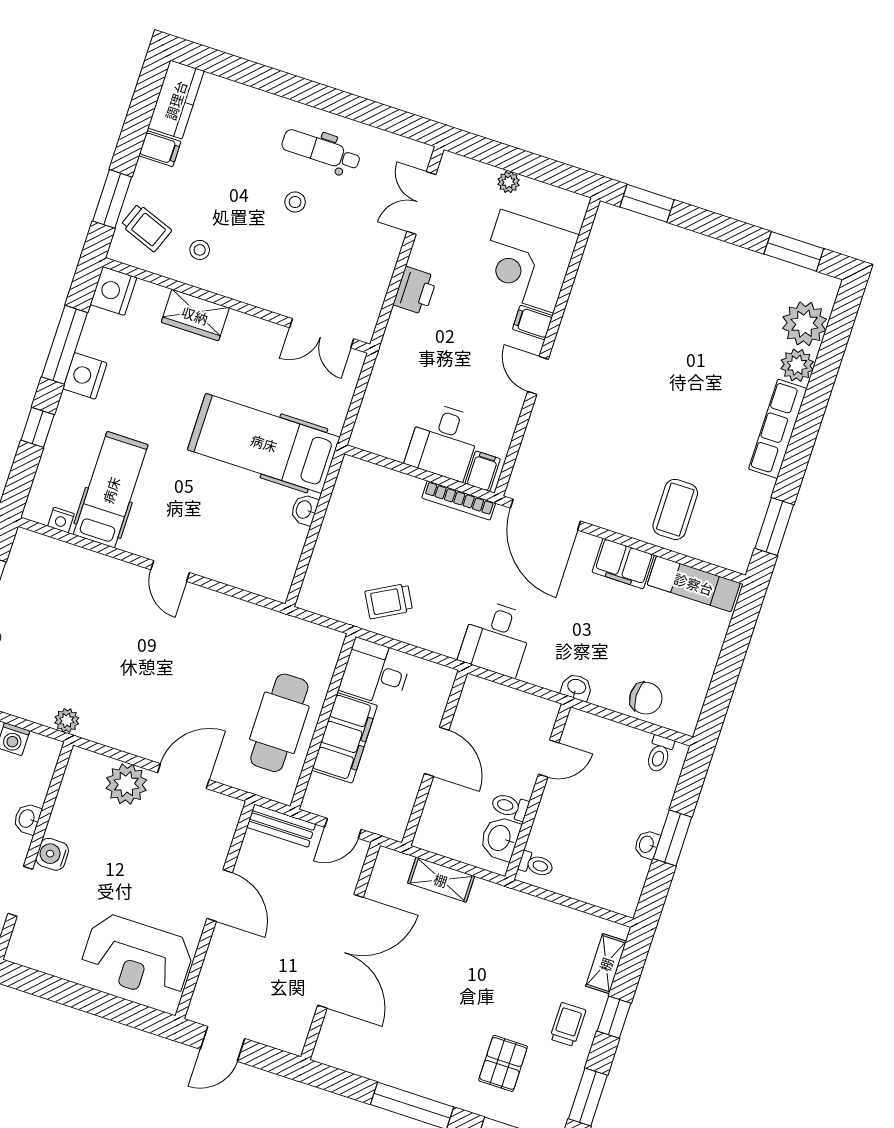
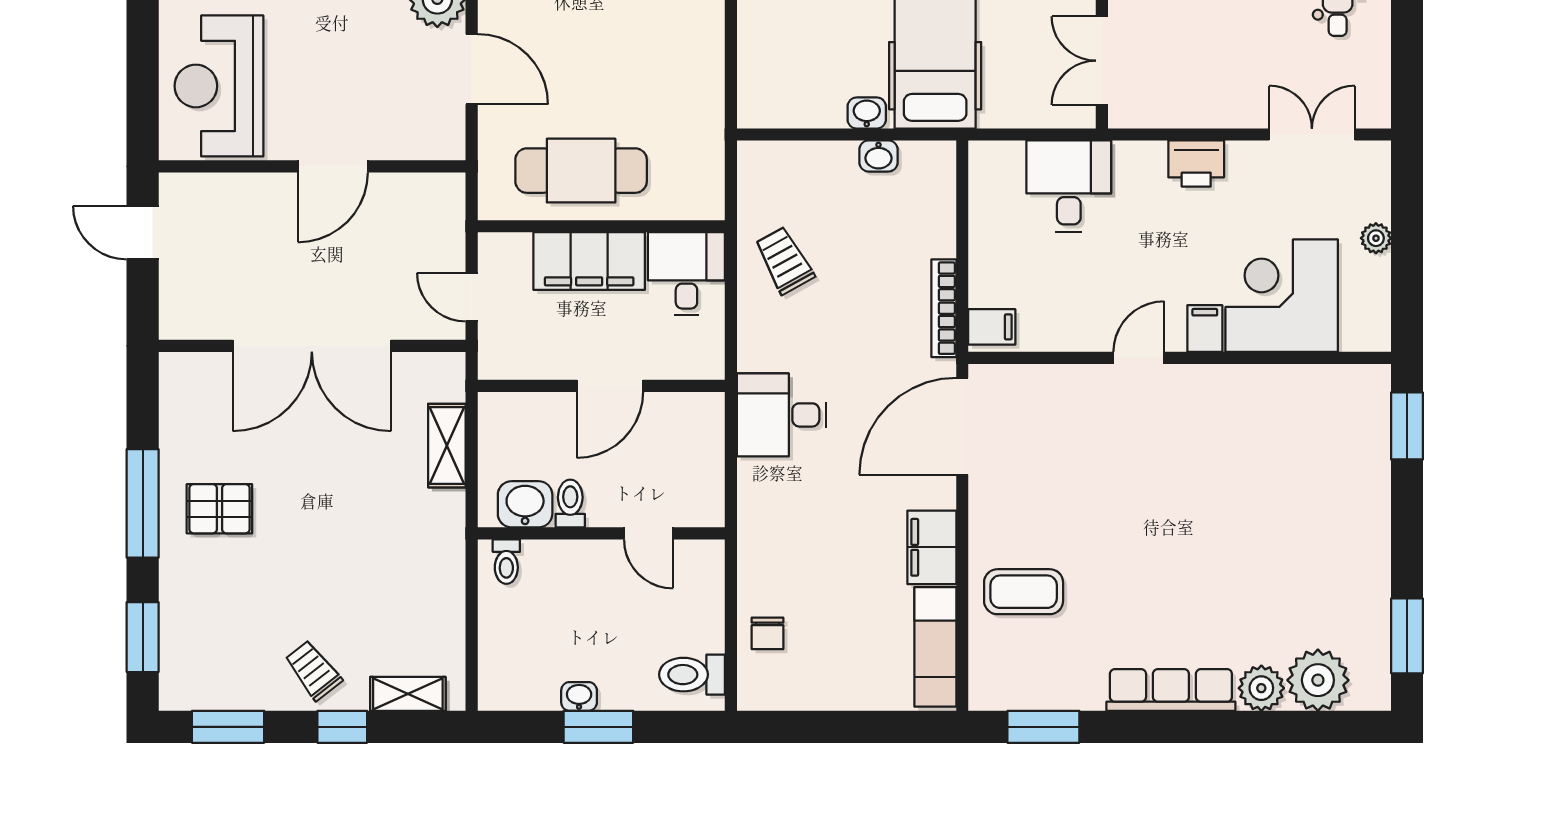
desk: (444, 441) -> (1069, 186), moved, turned 90
washbasin: (576, 687) -> (878, 156), moved, turned 90
chair: (646, 698) -> (768, 633), width x0.73, depth x0.73
toilet: (660, 754) -> (692, 675), width x1.37, depth x1.39
bench: (281, 826) -> (449, 216), removed
trolley: (568, 1024) -> (313, 670), turned -128
pallet: (503, 1063) -> (219, 509), moved

